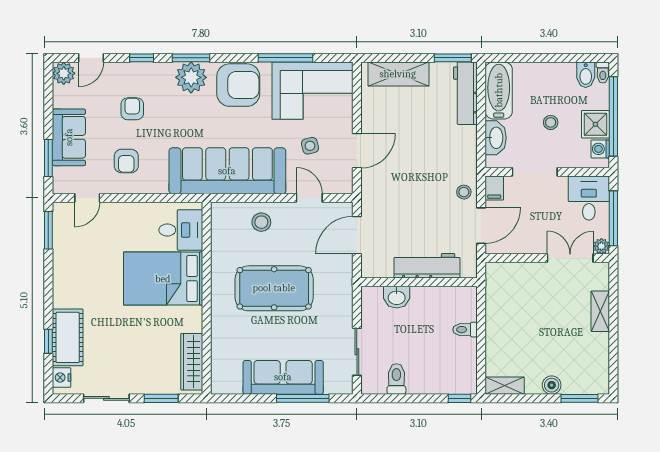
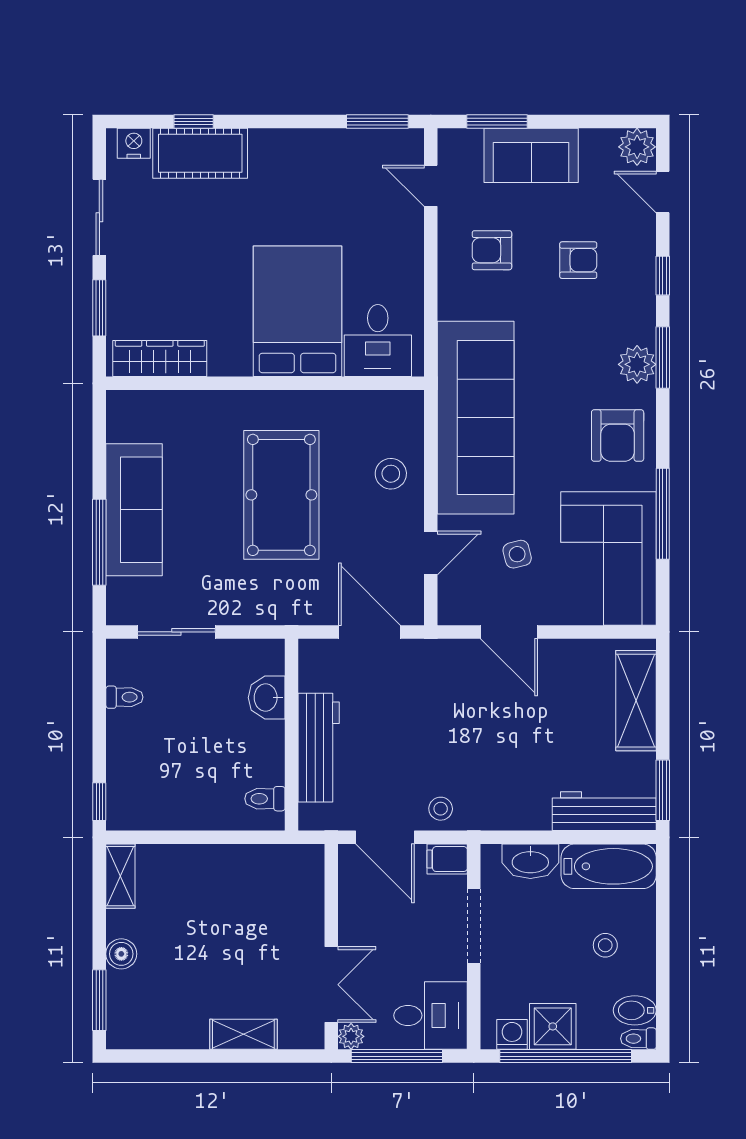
plant: (191, 77) -> (637, 364), width x0.73, depth x0.73
armchair: (238, 85) -> (618, 436), width x0.73, depth x0.73
stool: (551, 122) -> (605, 945), moved
toilet: (465, 330) -> (265, 799), moved, turned -90
toilet: (396, 379) -> (124, 697), width x0.73, depth x0.72

